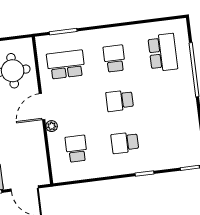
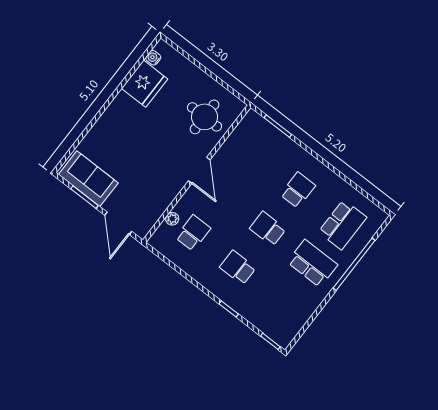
school desk: (66, 65) -> (312, 263), moved
door: (42, 107) -> (199, 170), swing flipped
plant: (52, 126) -> (172, 219), moved

